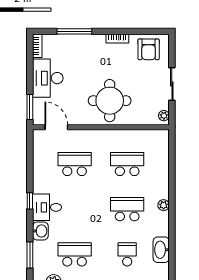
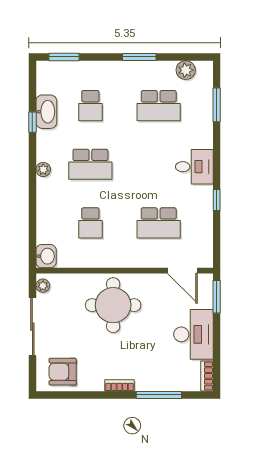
bookcase: (117, 39) -> (119, 386), moved
armchair: (149, 49) -> (63, 372), turned -90
sliding door: (172, 84) -> (32, 327), width x1.37
school desk: (127, 164) -> (90, 223), width x0.54
window: (30, 201) -> (217, 200), moved
washbasin: (40, 231) -> (46, 256), moved, turned 180
window: (172, 242) -> (32, 122), added

